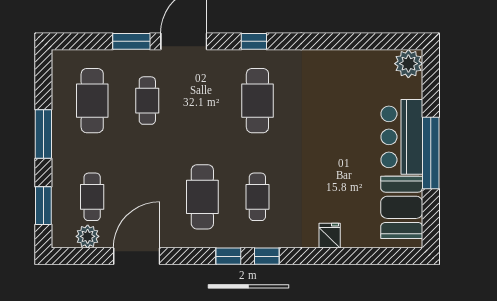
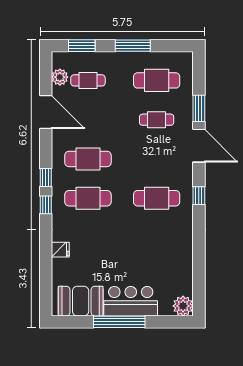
cafe table: (257, 197) -> (88, 198), width x1.37, depth x1.35

